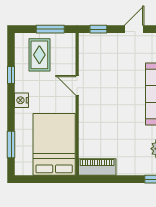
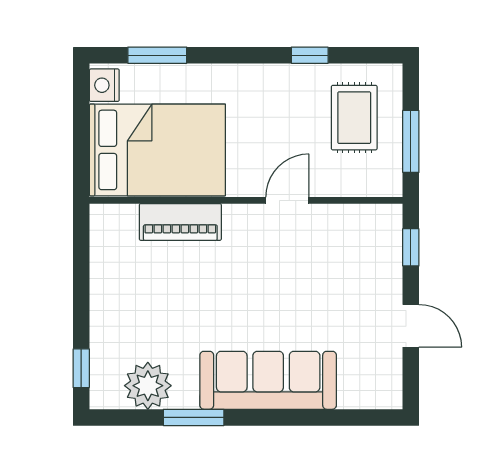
rug: (39, 55) -> (354, 118), turned 90
nightstand: (22, 100) -> (104, 85), moved, turned -90
piano: (97, 167) -> (180, 222), moved, turned 90

